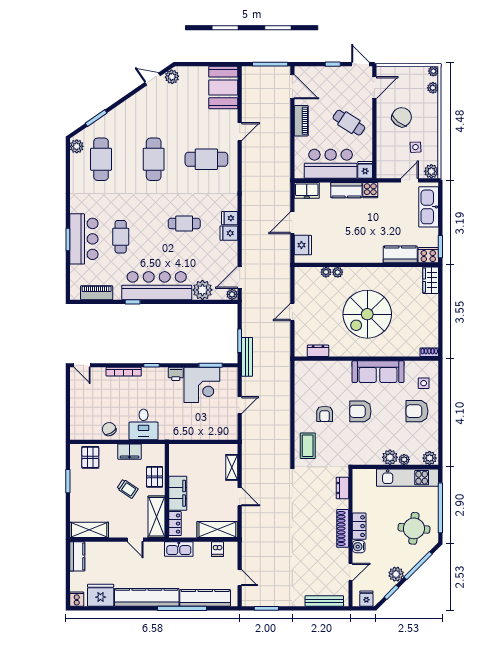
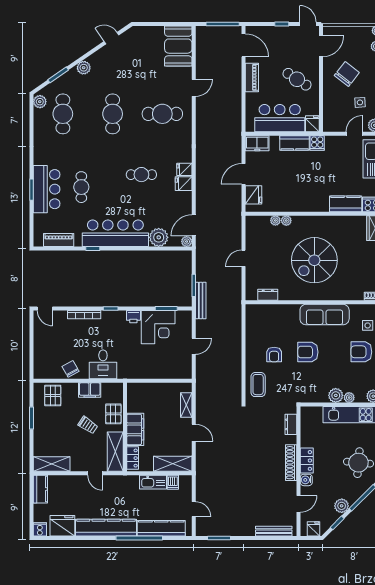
plant: (172, 77) -> (84, 68), moved
kitchen sink: (179, 549) -> (153, 482), moved

